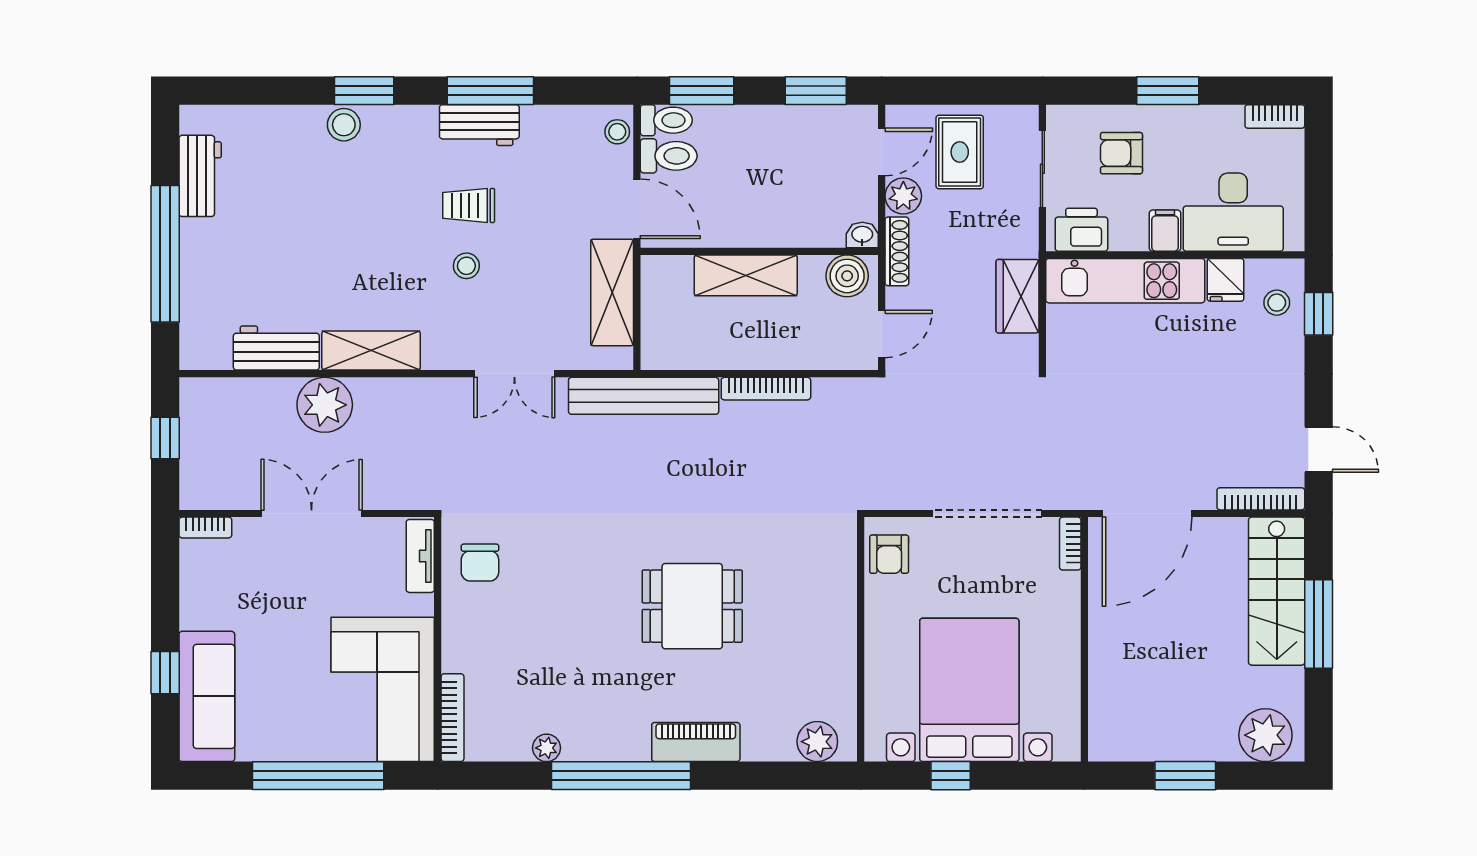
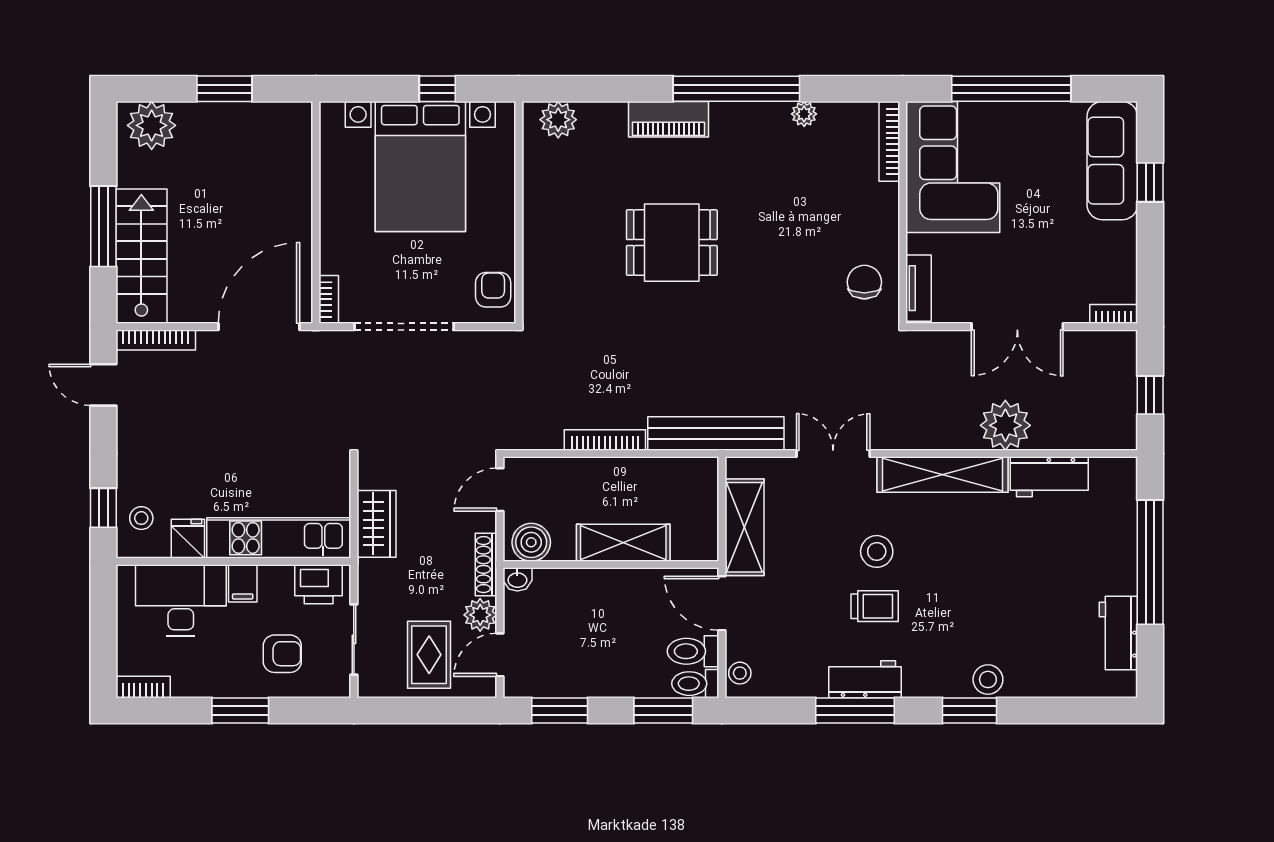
stool: (466, 266) -> (877, 551), width x1.37, depth x1.37
shelving: (371, 351) -> (942, 475), width x1.47

